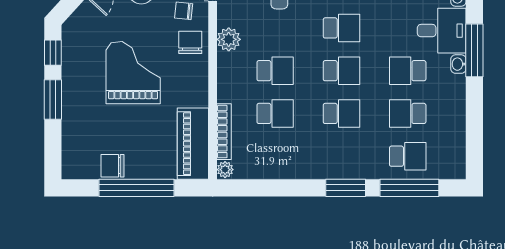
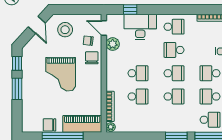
school desk: (341, 28) -> (174, 50), turned 180
plant: (229, 39) -> (113, 44), moved
grand piano: (133, 73) -> (61, 74), turned 180
piano: (193, 144) -> (82, 124), moved, turned 90

